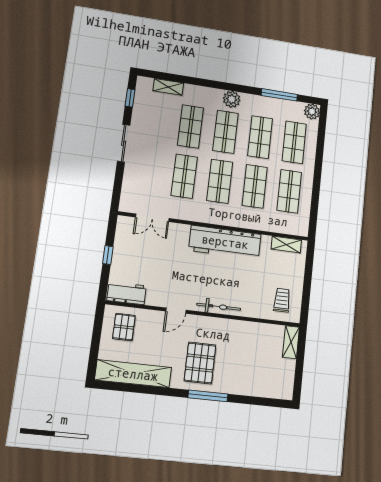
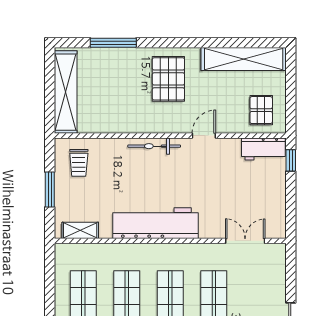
window: (108, 255) -> (291, 160), moved
window: (307, 281) -> (50, 189), added
shelving: (291, 342) -> (66, 92), width x2.20, depth x1.33
window: (208, 396) -> (113, 43), moved

